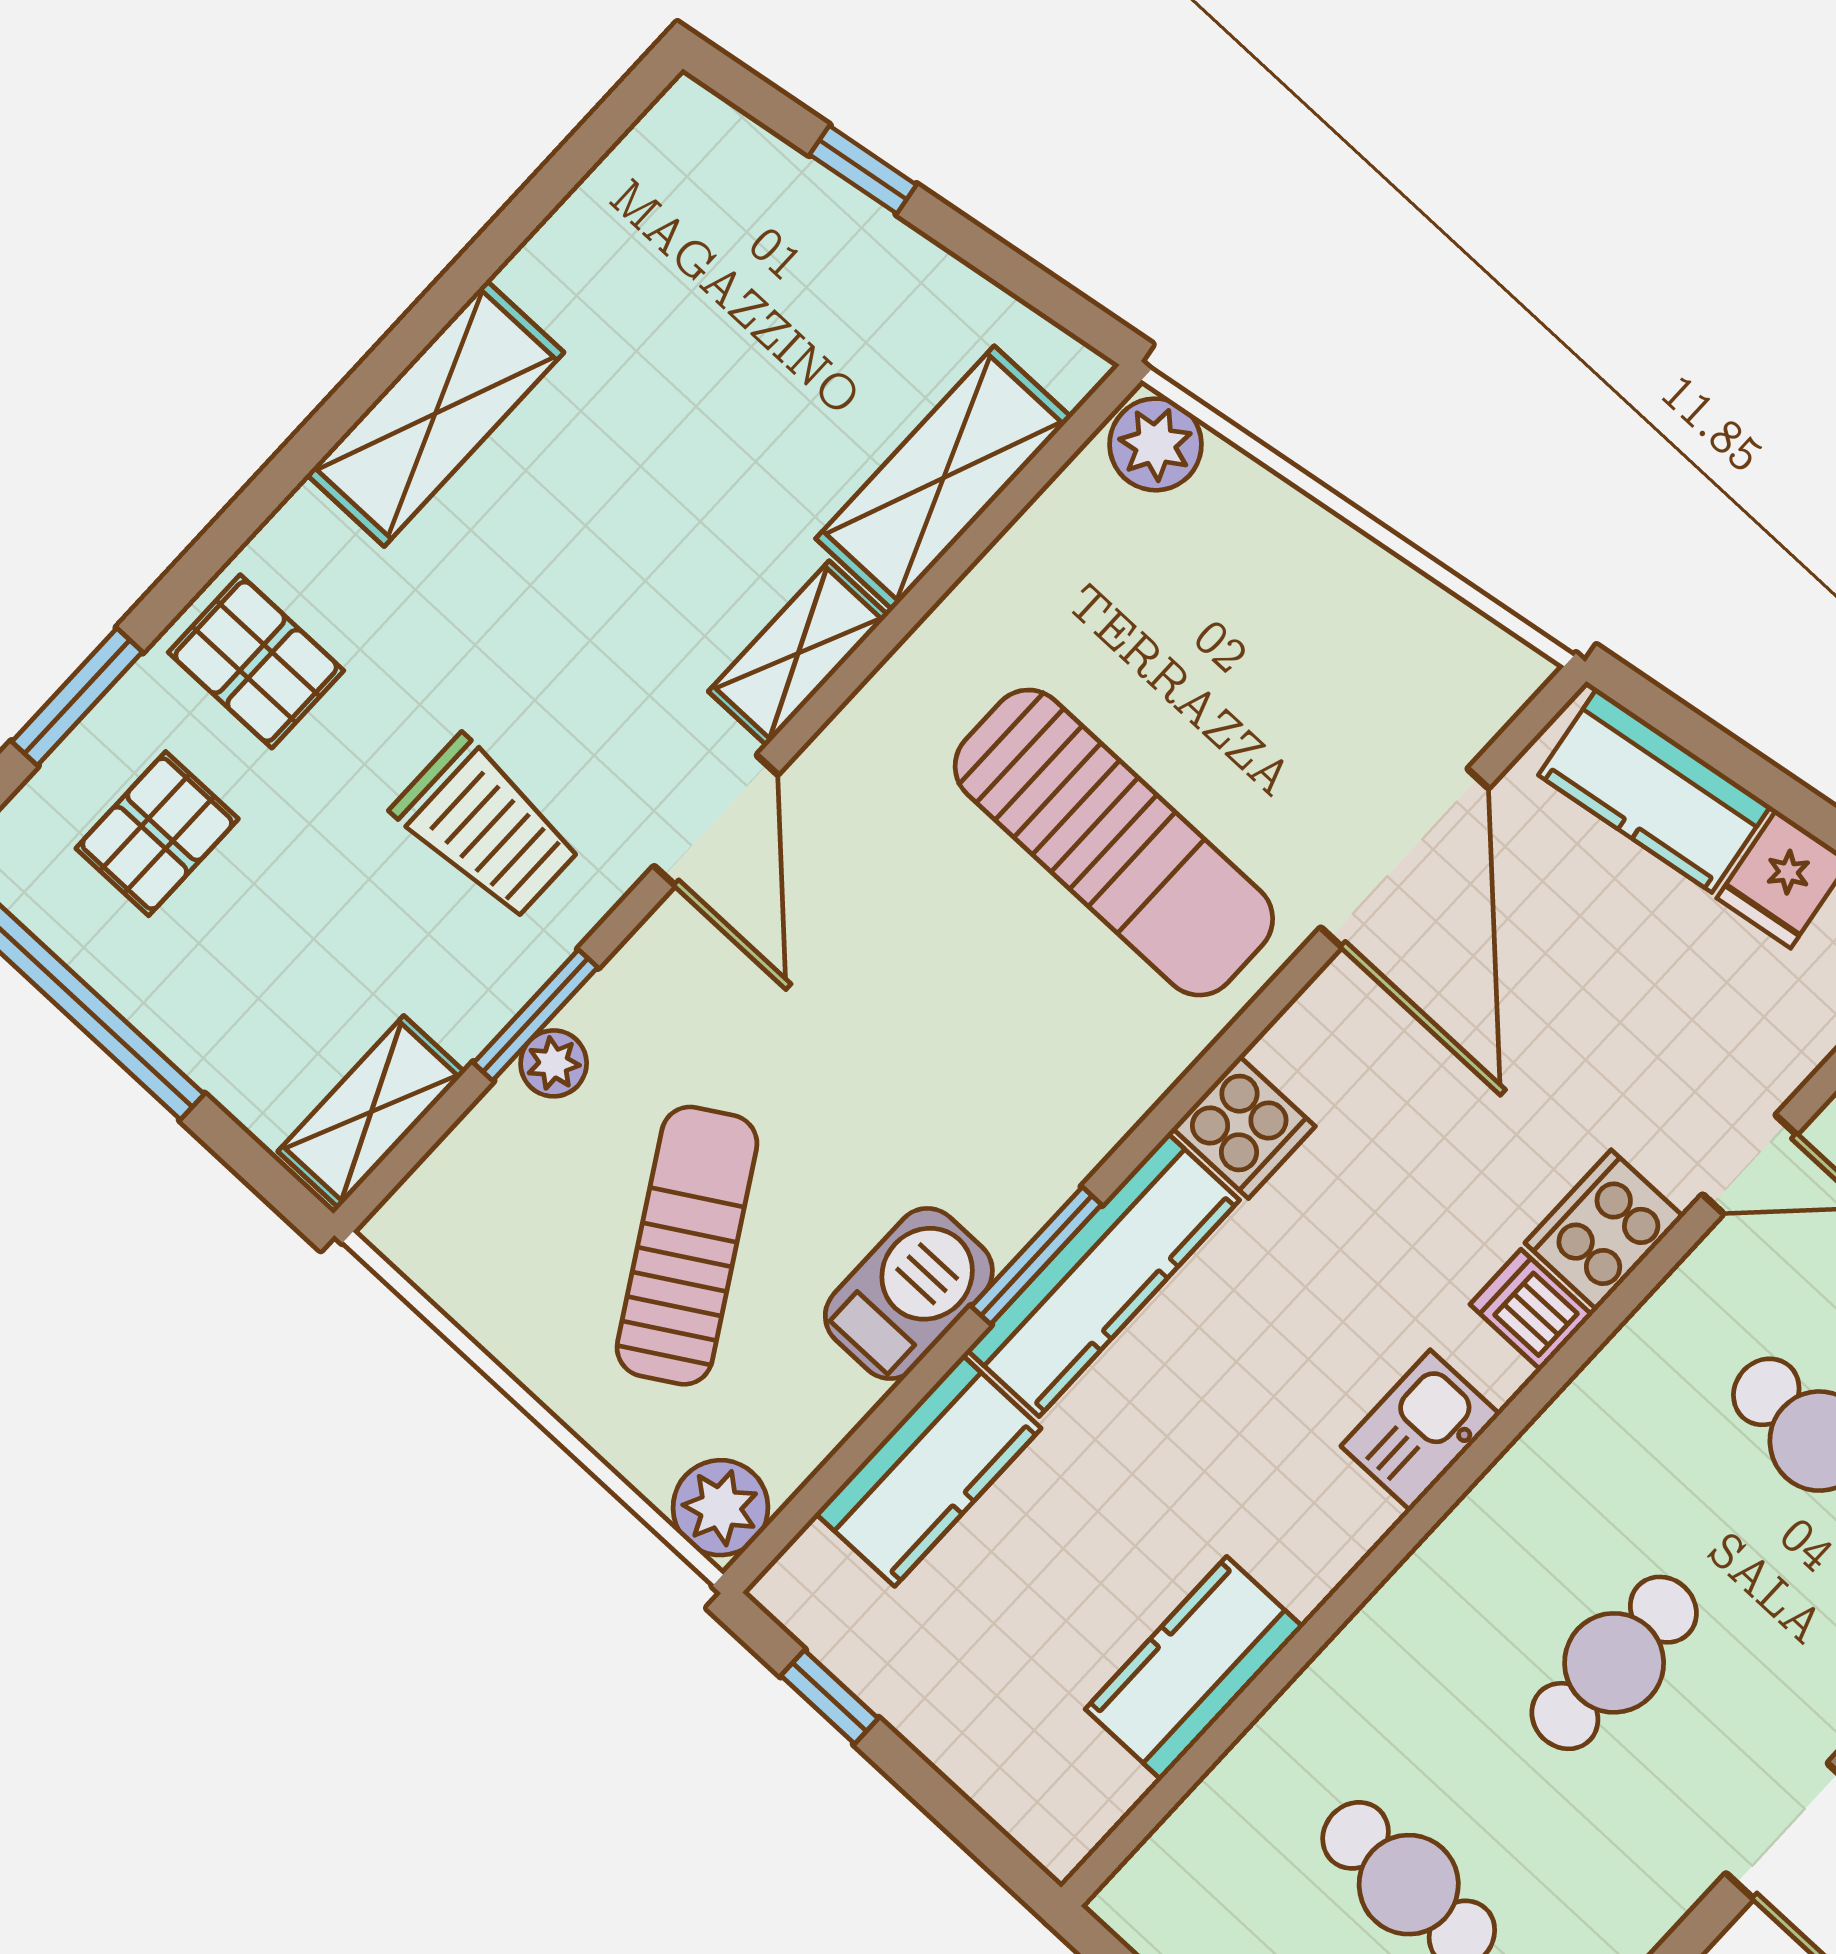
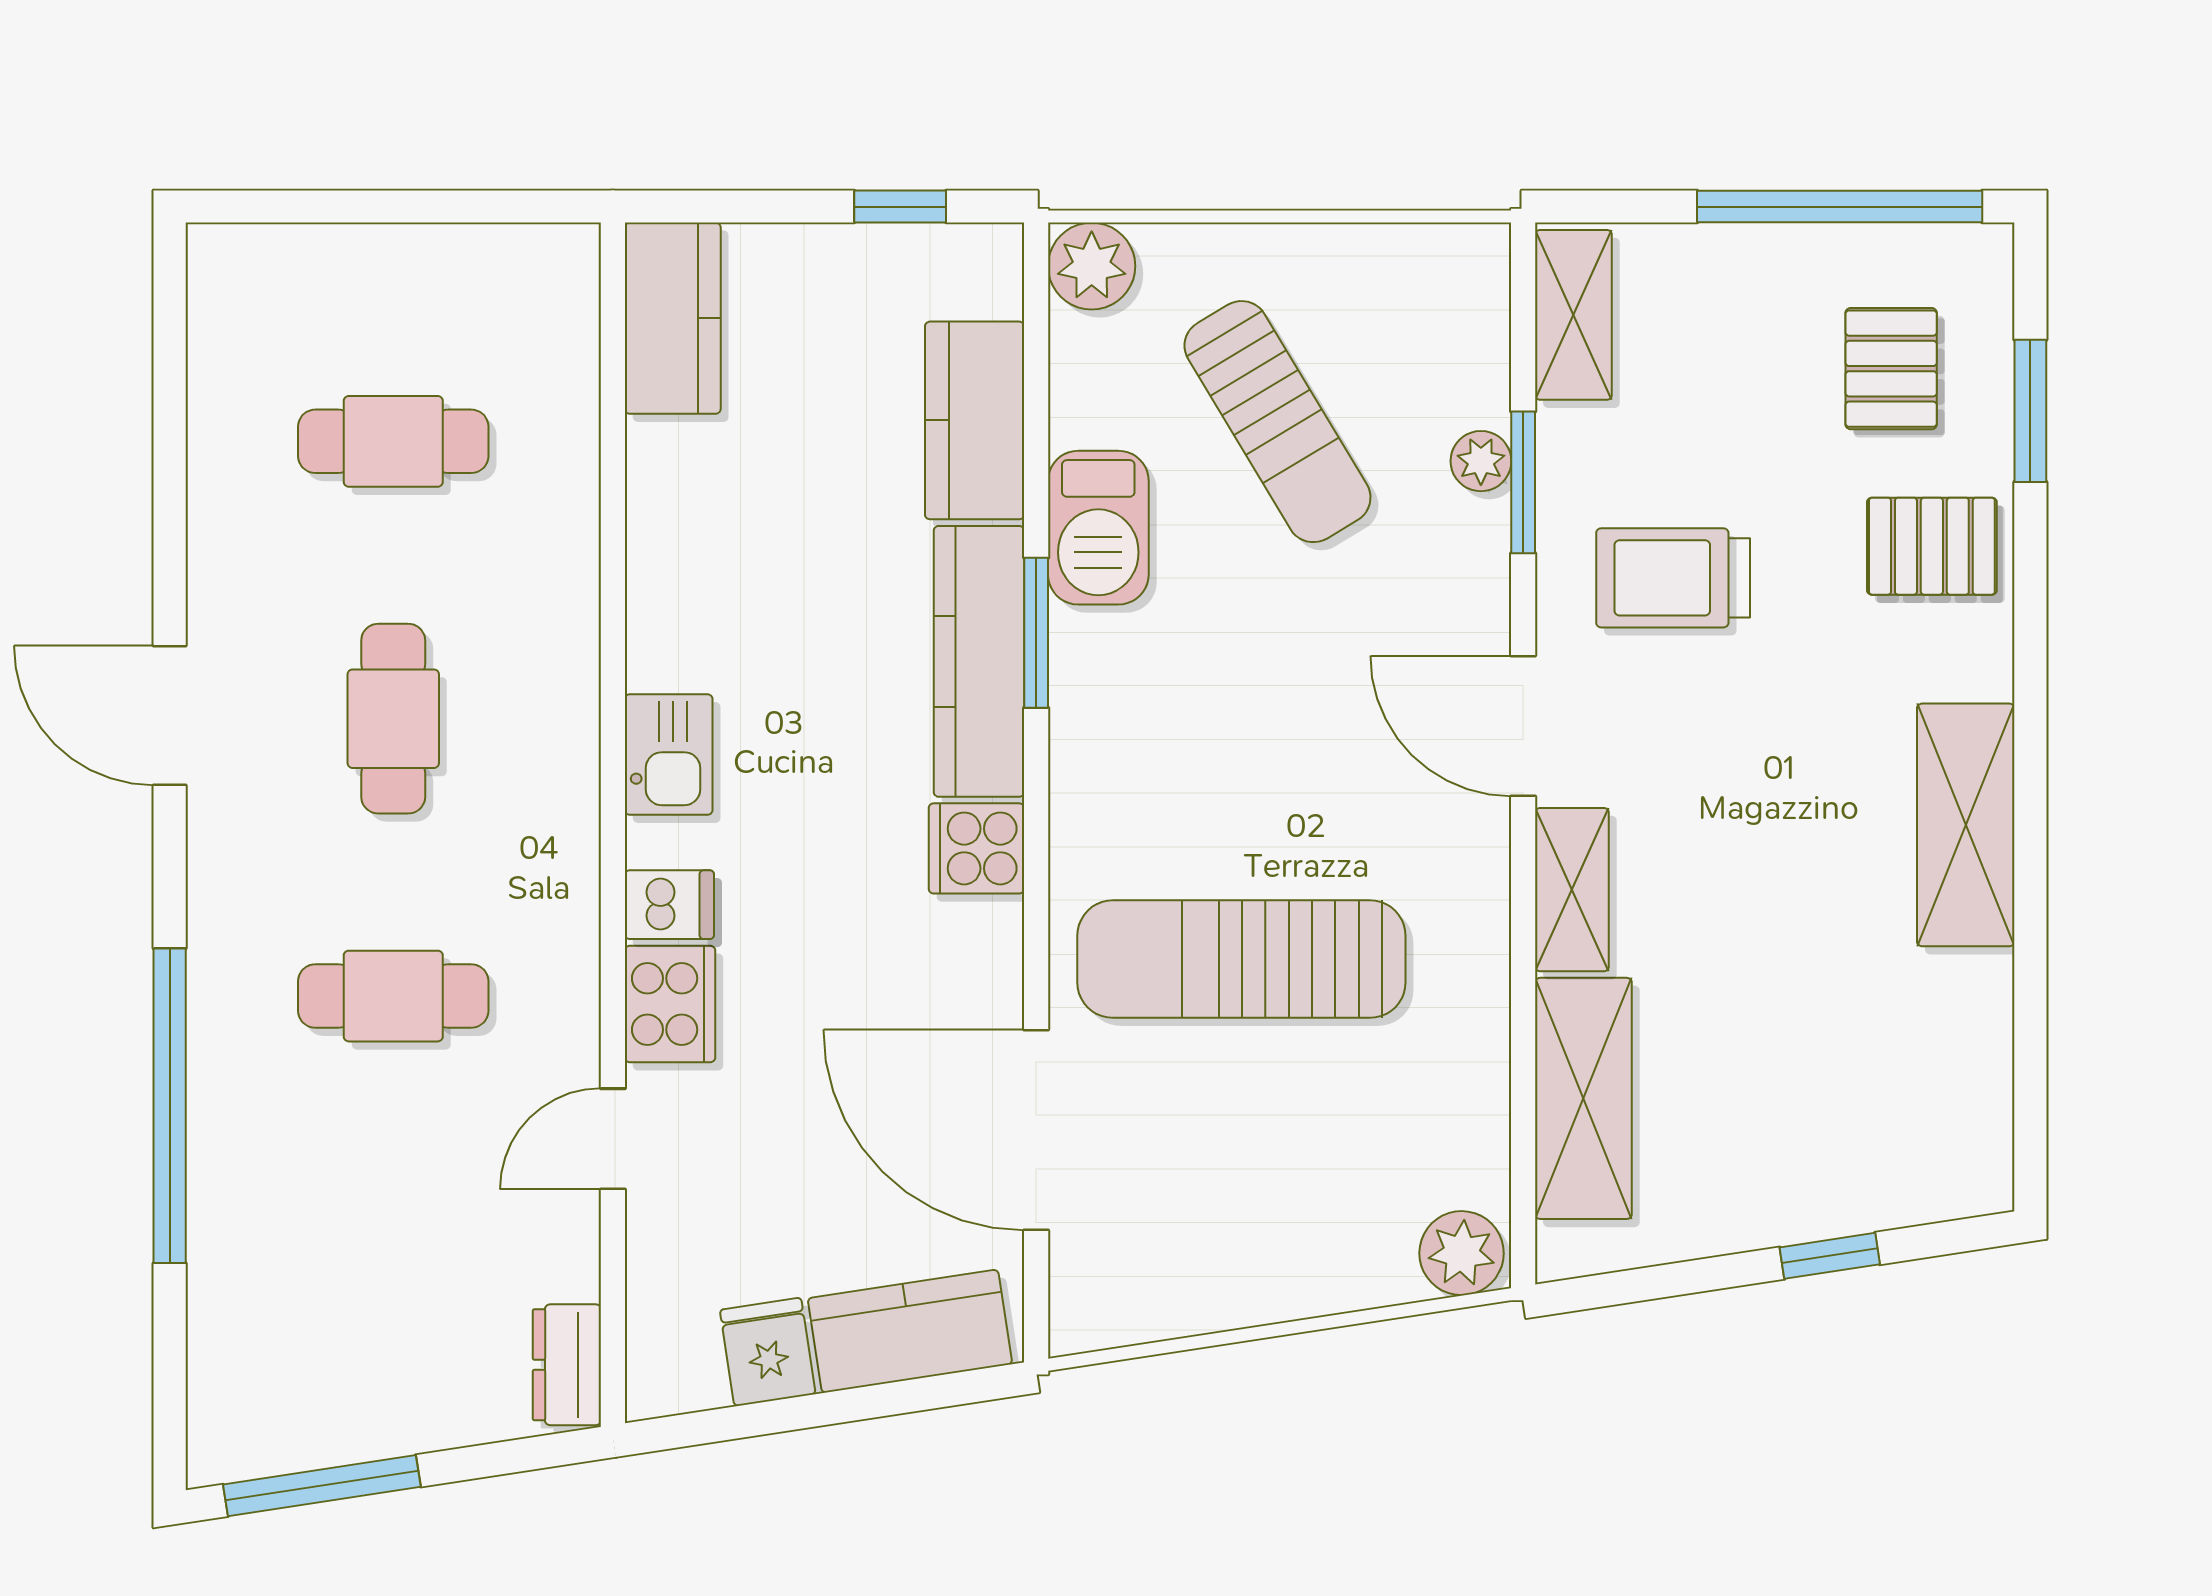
kitchen counter: (1194, 1668) -> (673, 318), moved

